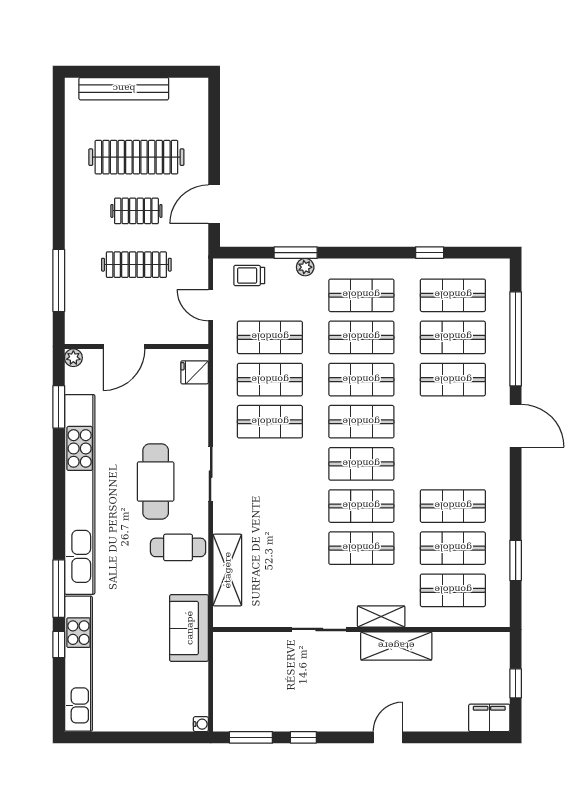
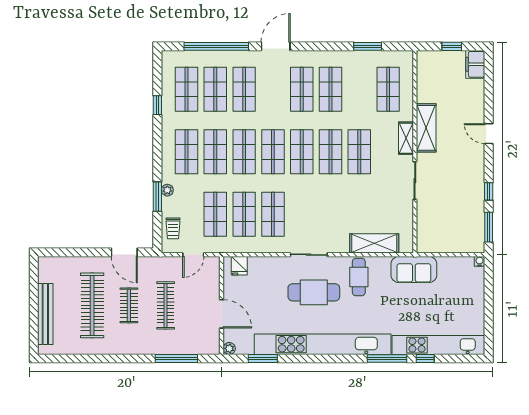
shop shelf: (453, 548) -> (302, 89), moved

